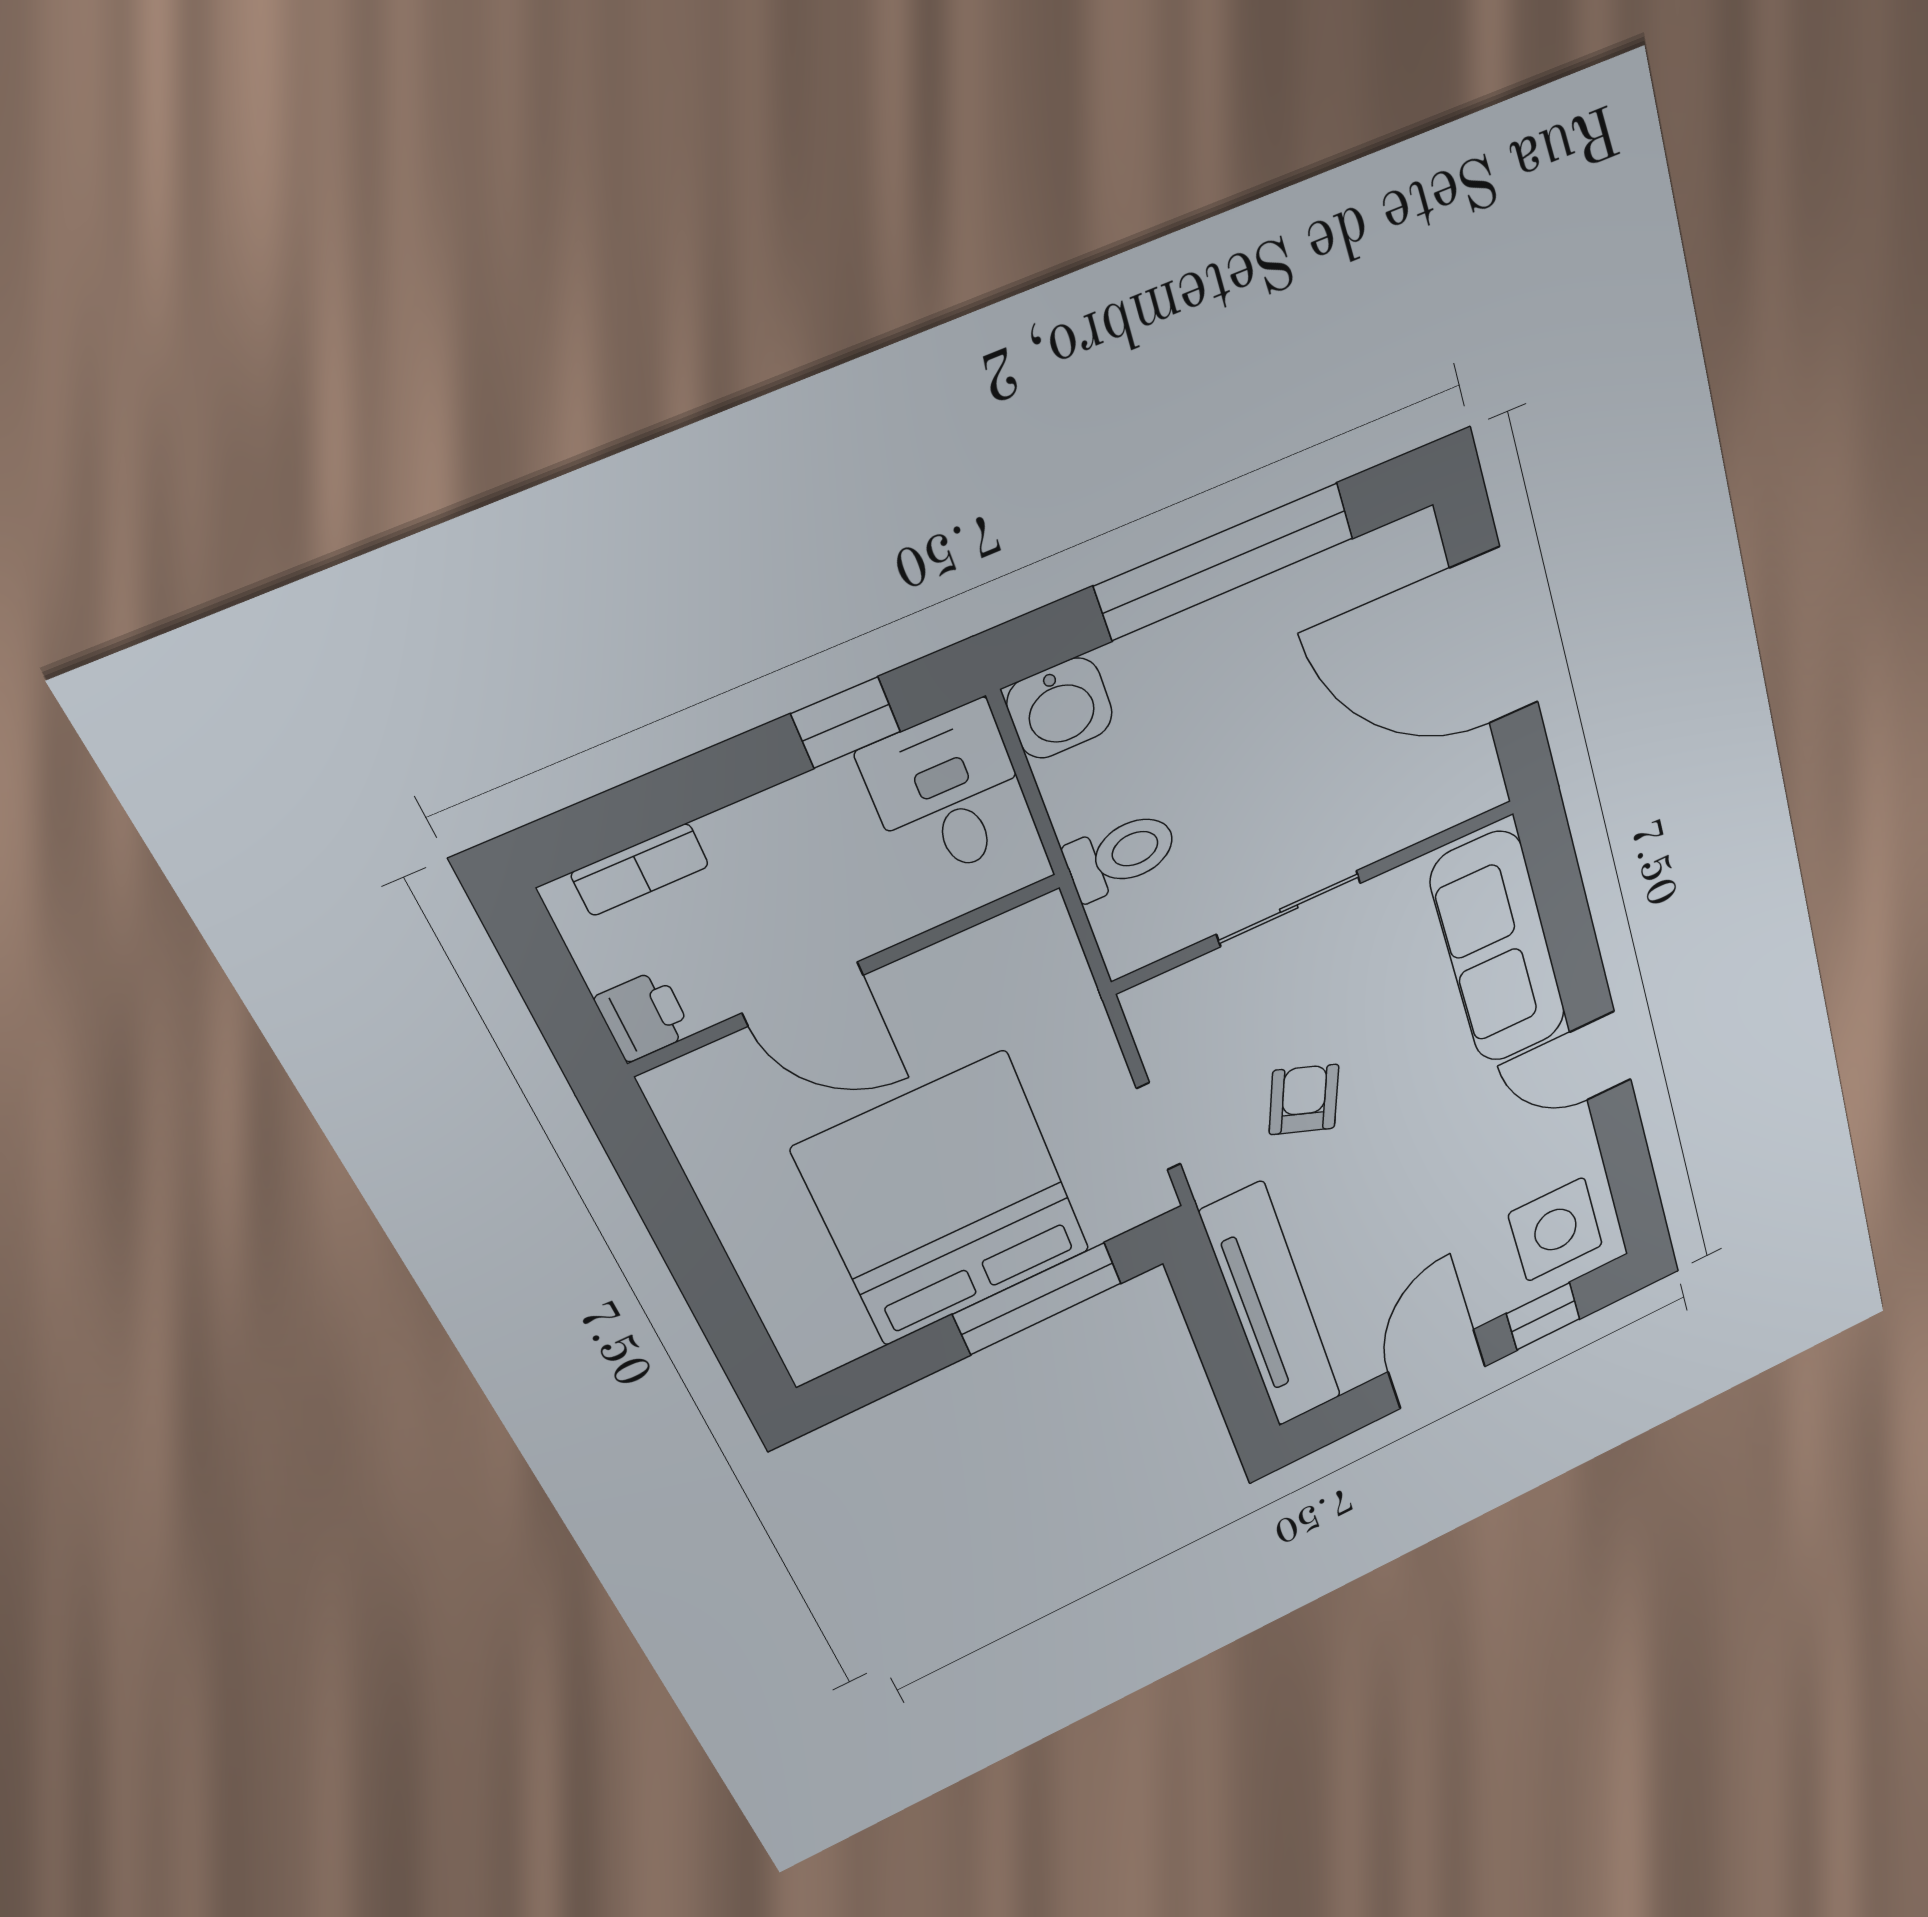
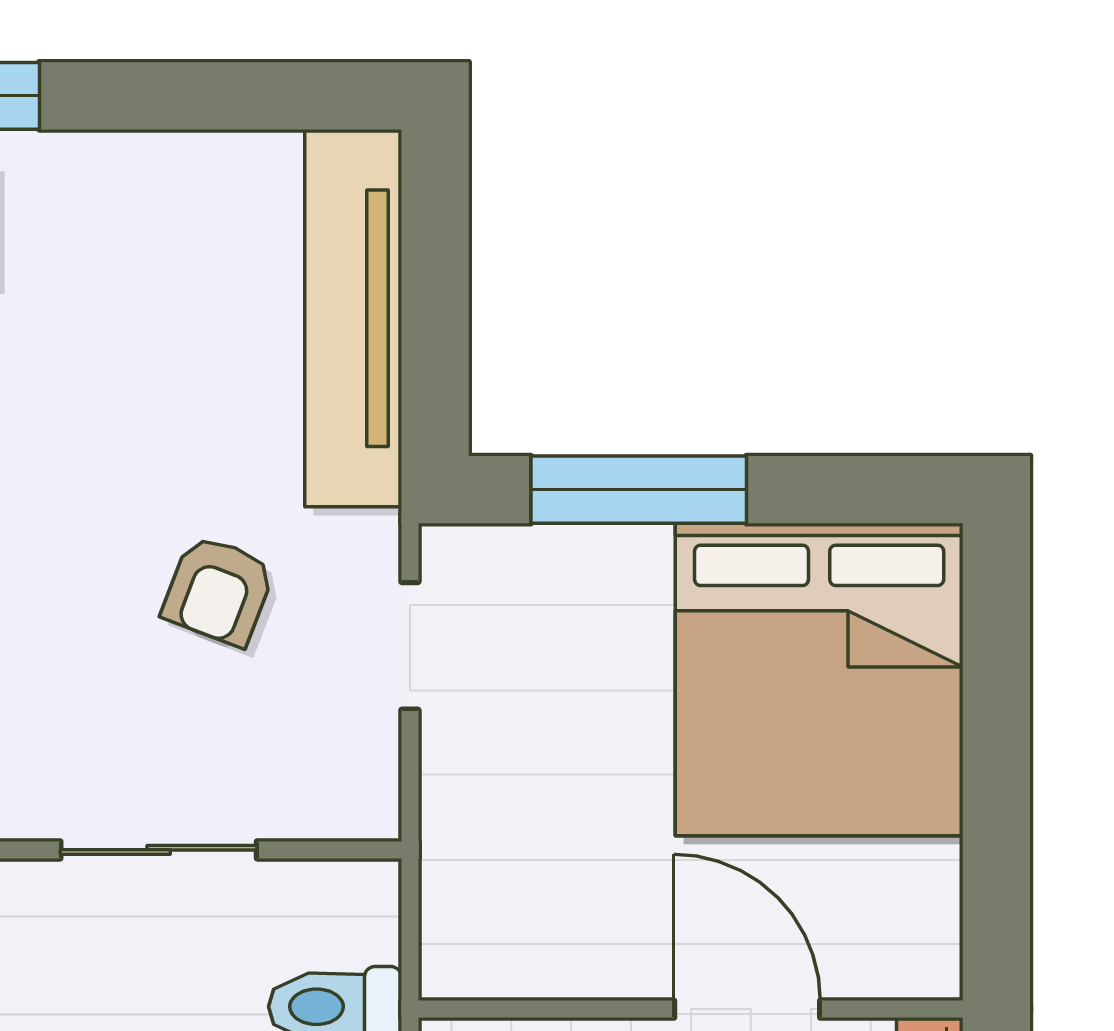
bed: (944, 1200) -> (819, 679), moved
door: (1437, 1369) -> (161, 96), removed

